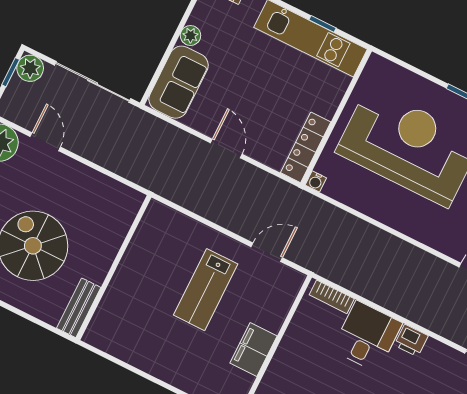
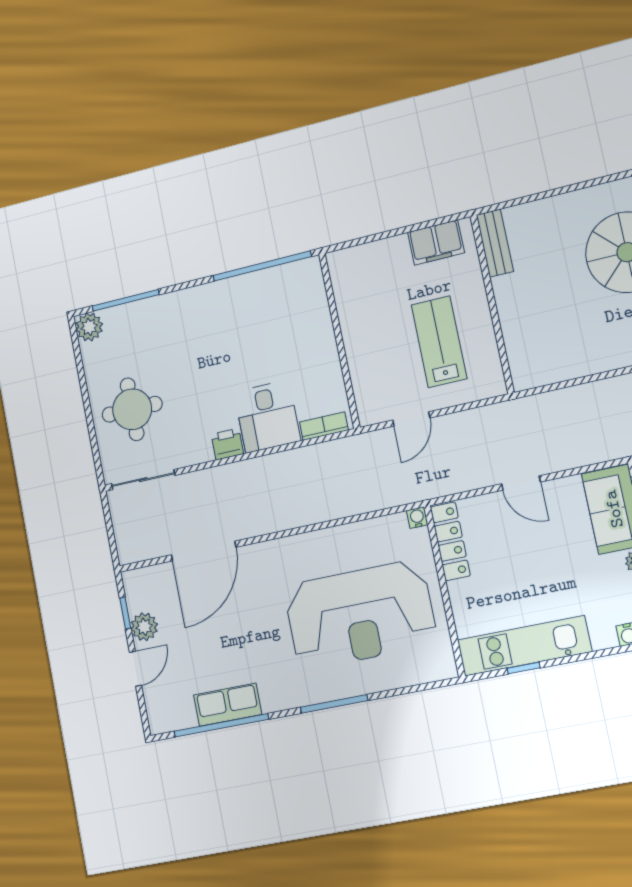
wall: (114, 268) -> (492, 304), moved
bench: (79, 308) -> (495, 243), moved
filing cabinet: (253, 350) -> (436, 243), moved, turned 90

